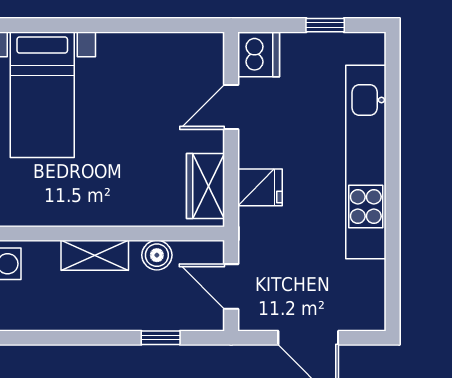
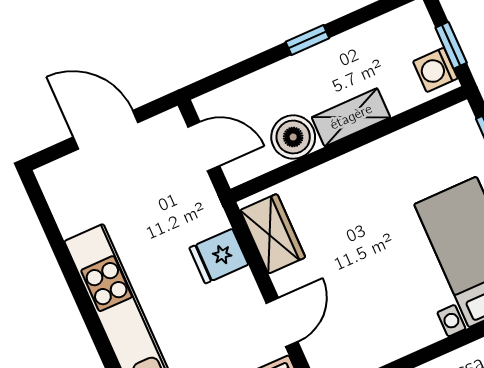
boiler: (157, 255) -> (293, 137), width x1.36, depth x1.36
window: (161, 338) -> (307, 40), moved

